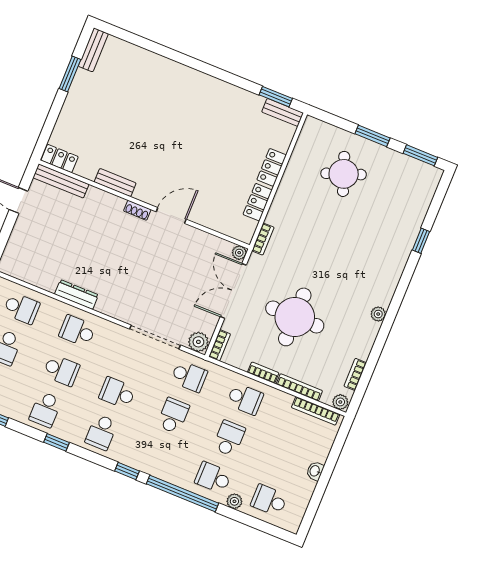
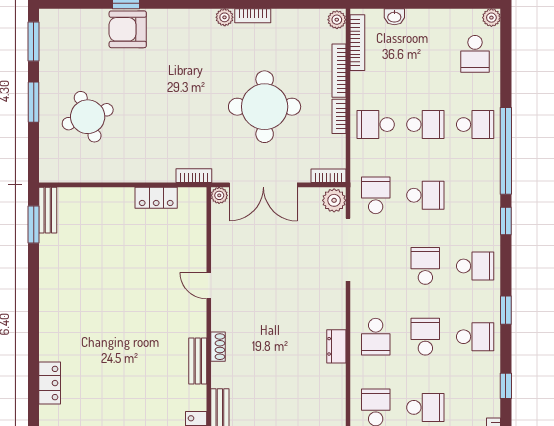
locker: (272, 167) -> (50, 383), moved, turned -90
shoe rack: (137, 210) -> (218, 347), moved
door: (171, 215) -> (209, 286), width x0.73
armchair: (400, 234) -> (128, 29), added
dresser: (76, 295) -> (336, 346), width x0.70
bookcase: (355, 374) -> (253, 16), moved
school desk: (117, 393) -> (425, 266), turned 180
school desk: (245, 399) -> (376, 125), turned -90
school desk: (173, 416) -> (425, 195), turned 180
school desk: (229, 438) -> (425, 125), turned 180
washbasin: (315, 471) -> (394, 17), moved
school desk: (213, 478) -> (475, 125), turned -90
plant: (234, 501) -> (491, 18), moved

